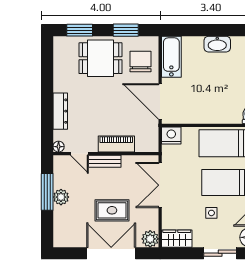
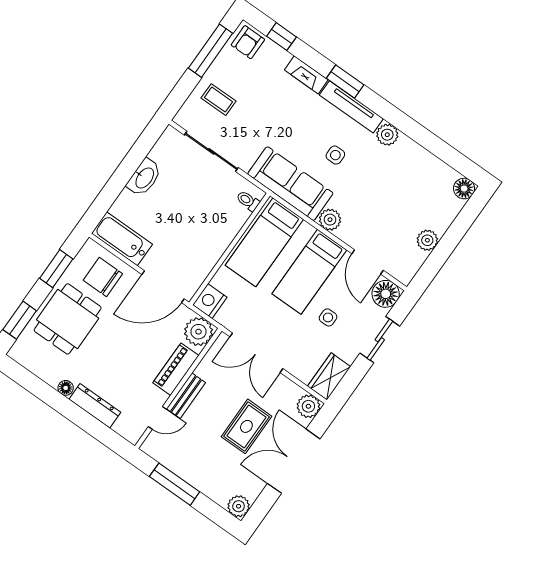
plant: (148, 142) -> (198, 332), added
floor lamp: (59, 147) -> (66, 388), moved
plant: (61, 197) -> (239, 506), moved

